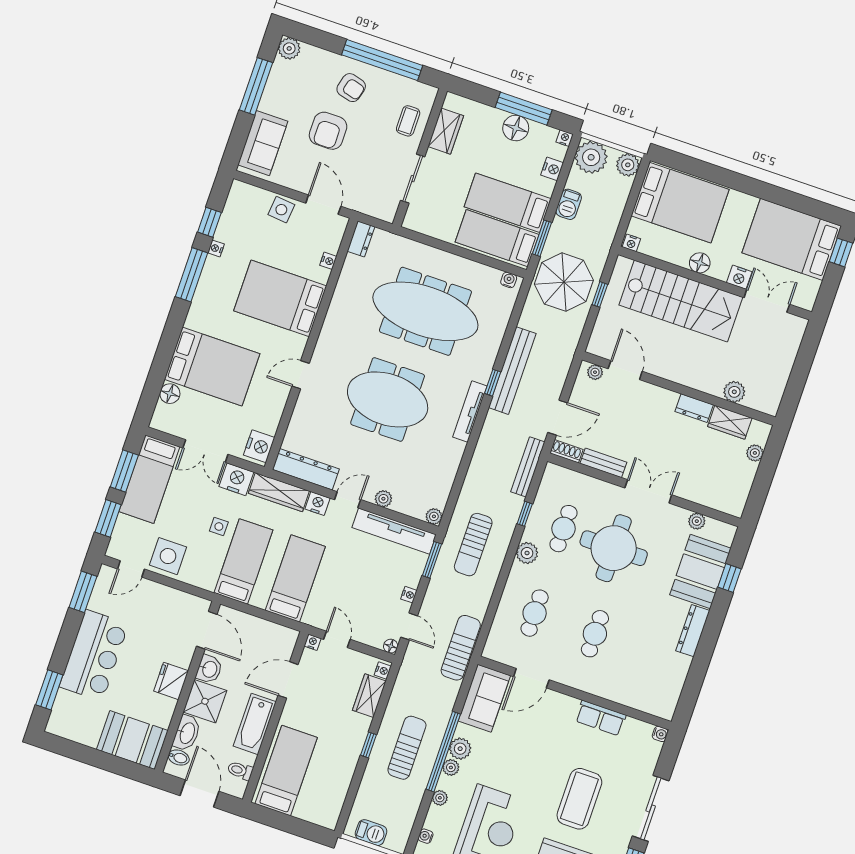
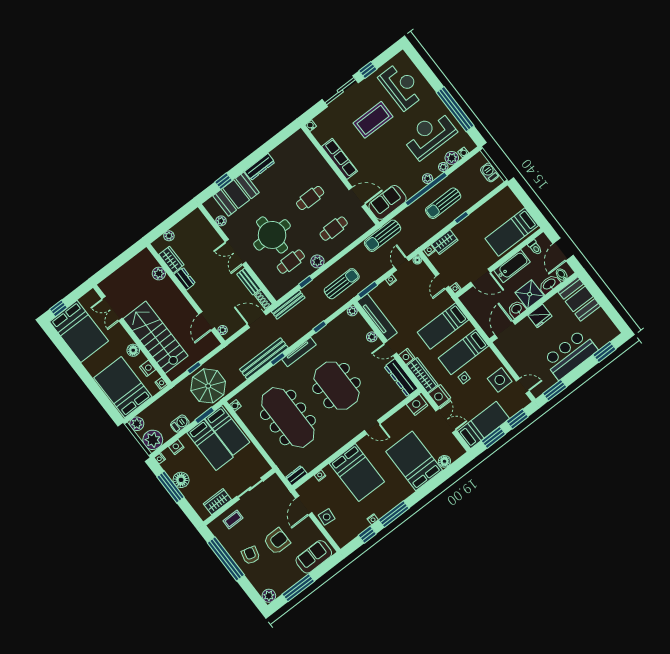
nightstand: (739, 277) -> (148, 368), moved
window: (464, 465) -> (320, 327), added
row of seats: (601, 718) -> (340, 159), width x1.48
plant: (460, 749) -> (452, 158), moved

